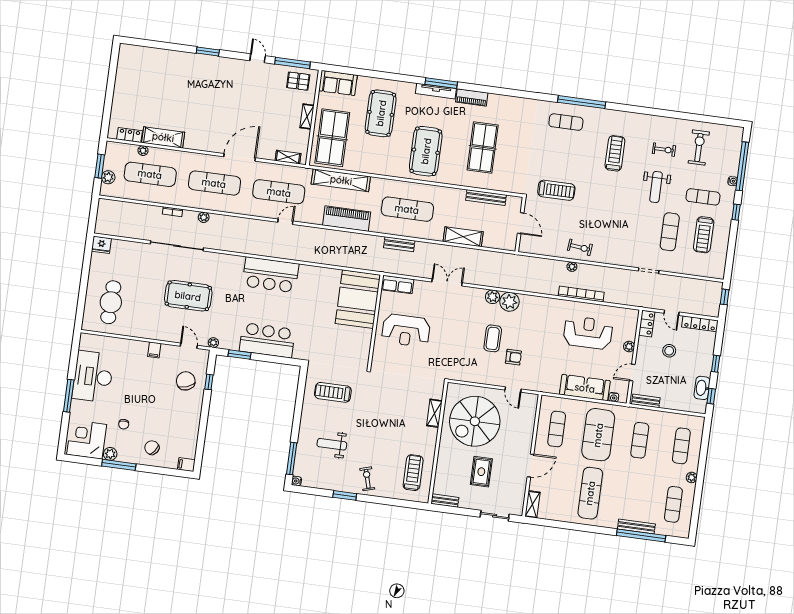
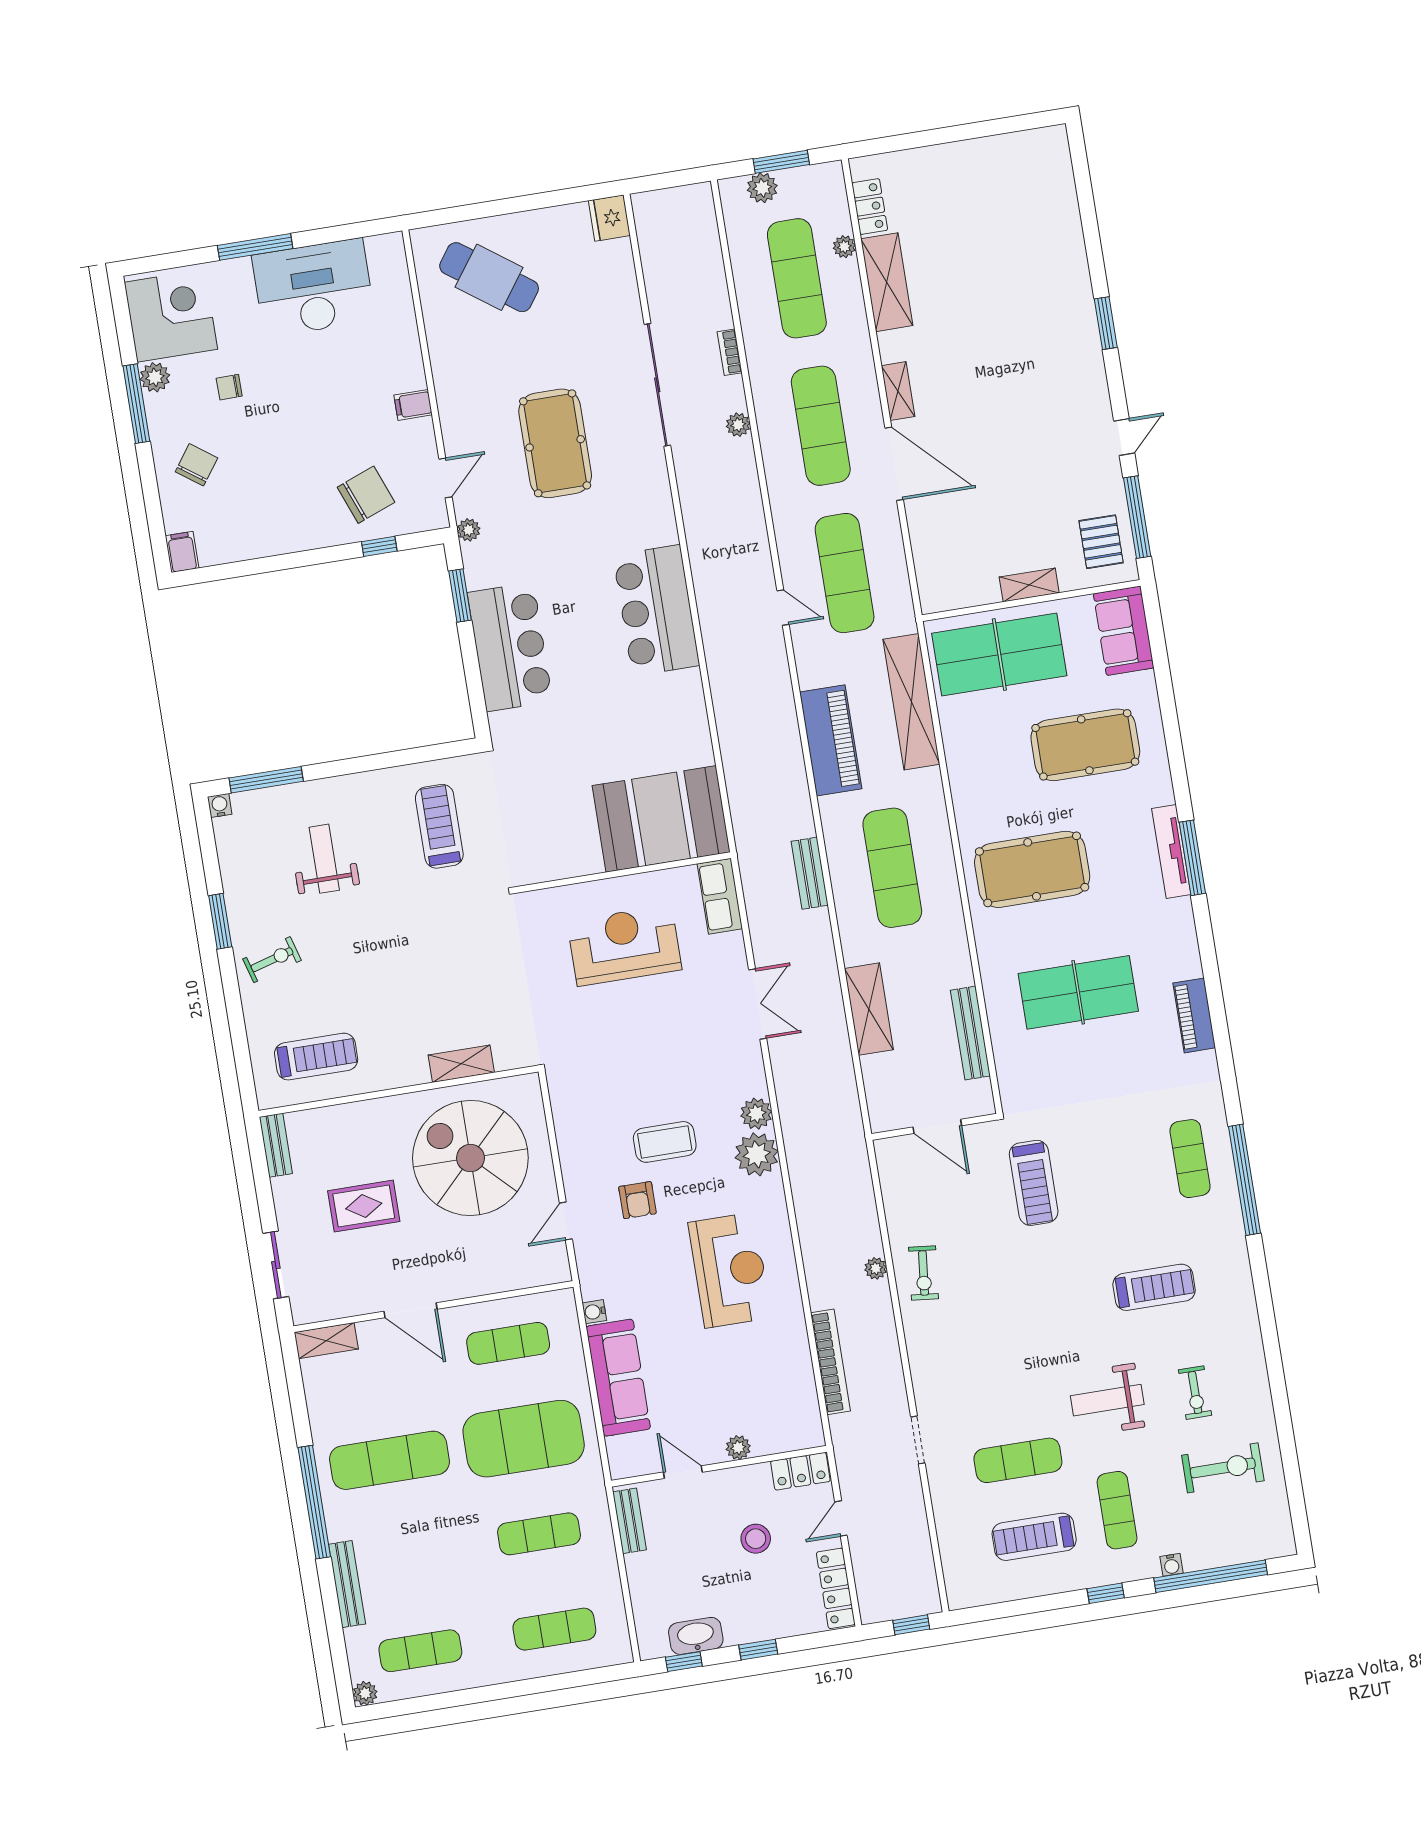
piano: (472, 97) -> (1194, 1015), moved
shelving: (288, 157) -> (898, 391), moved
door: (521, 223) -> (937, 1126), hinge flipped
bookcase: (581, 294) -> (831, 1362), moved
cafe table: (111, 302) -> (489, 277), turned 34
reception desk: (406, 330) -> (624, 945), turned 90
reception desk: (588, 333) -> (730, 1270), moved
water cooler: (614, 397) -> (594, 1312), moved
plant: (692, 477) -> (365, 1693), moved
window: (641, 536) -> (314, 1502), moved

